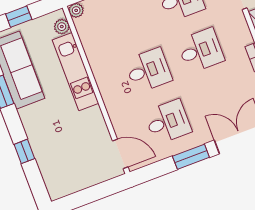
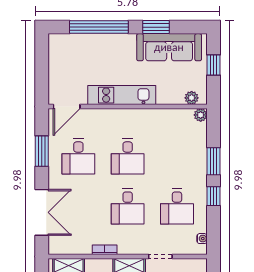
kitchen unit: (75, 72) -> (122, 95), moved
window: (24, 151) -> (99, 27), width x3.17
window: (191, 157) -> (42, 151), moved

